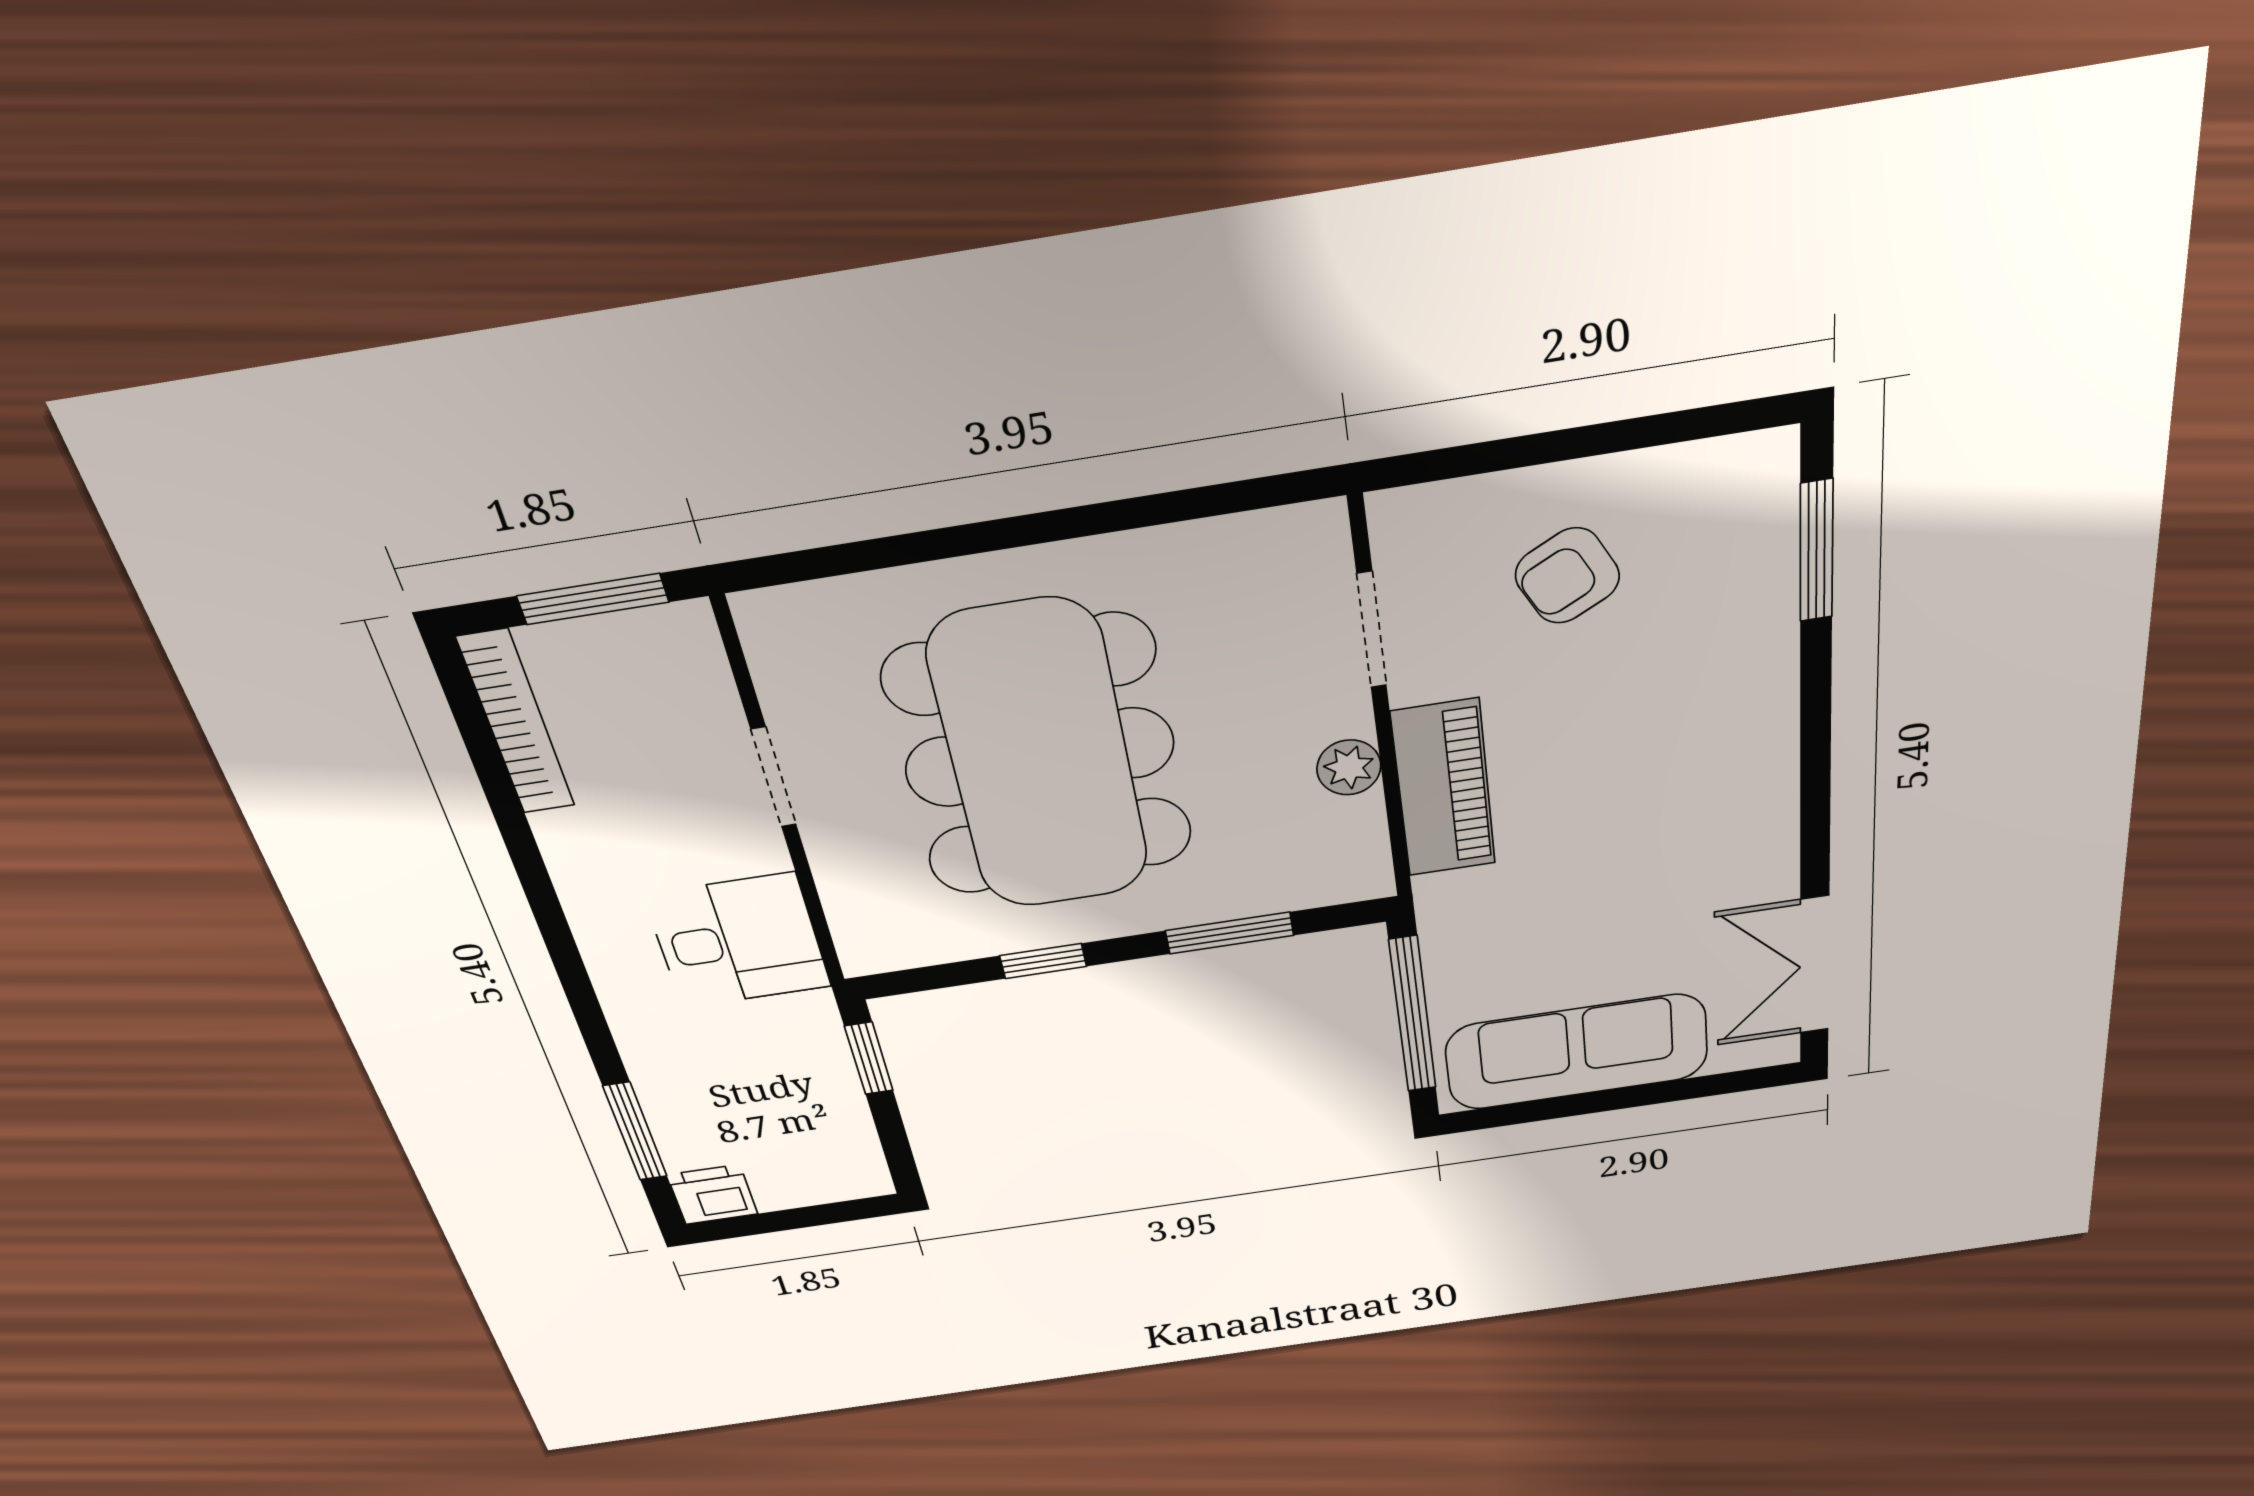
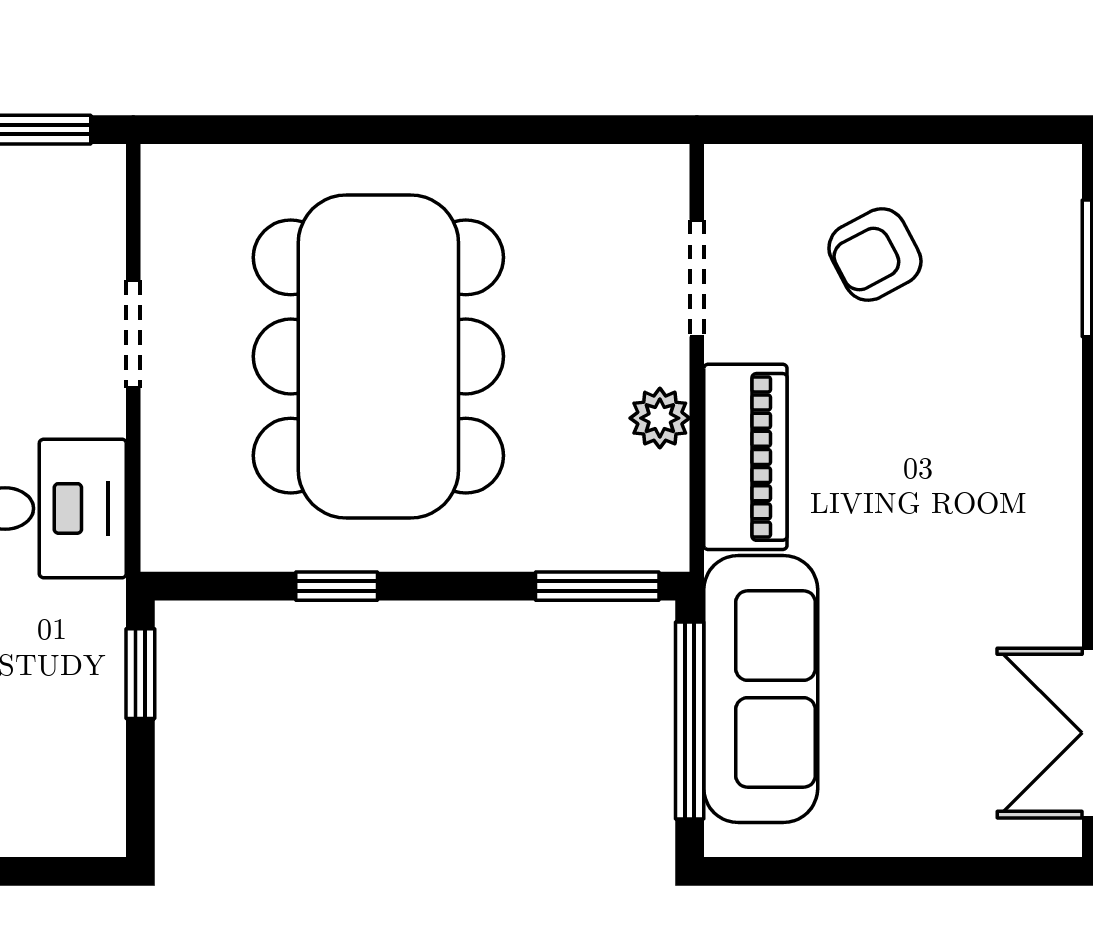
window: (1230, 933) -> (597, 586), moved
sofa: (1577, 1052) -> (761, 689), moved, turned 90

